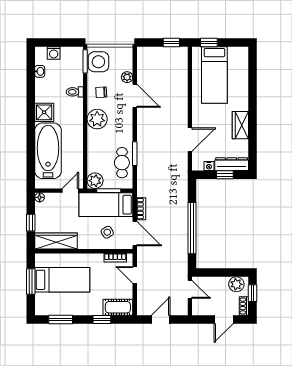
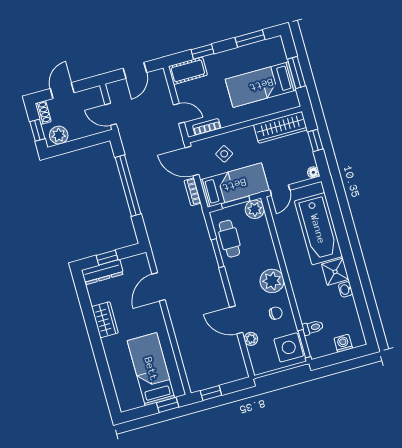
washbasin: (40, 71) -> (346, 289), moved
toilet: (75, 92) -> (313, 327), moved
nightstand: (209, 166) -> (128, 263), removed

